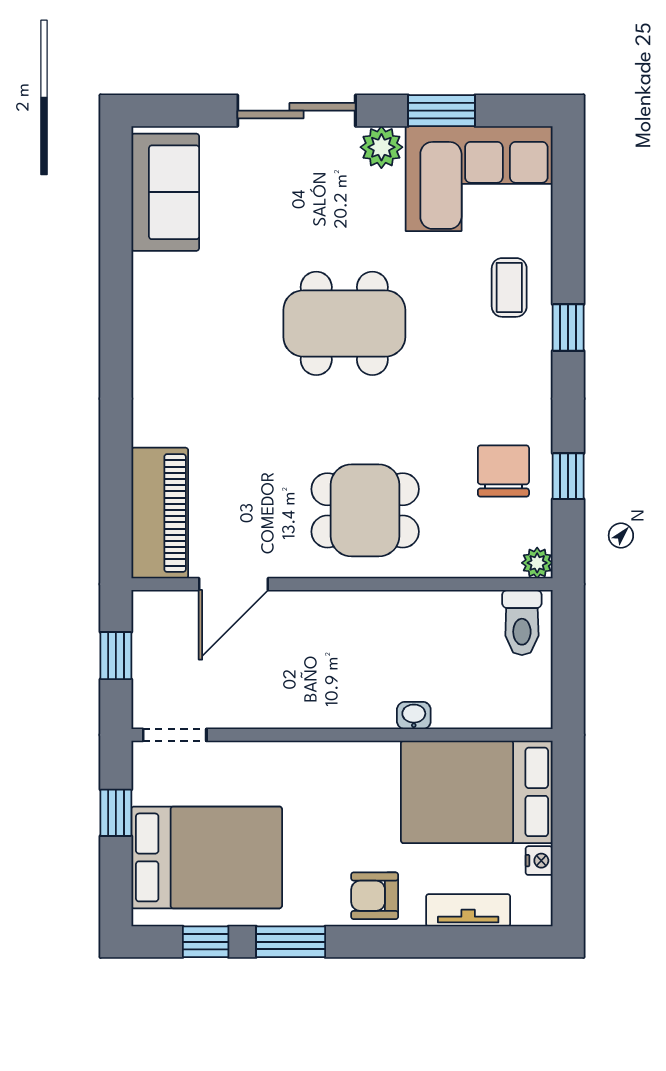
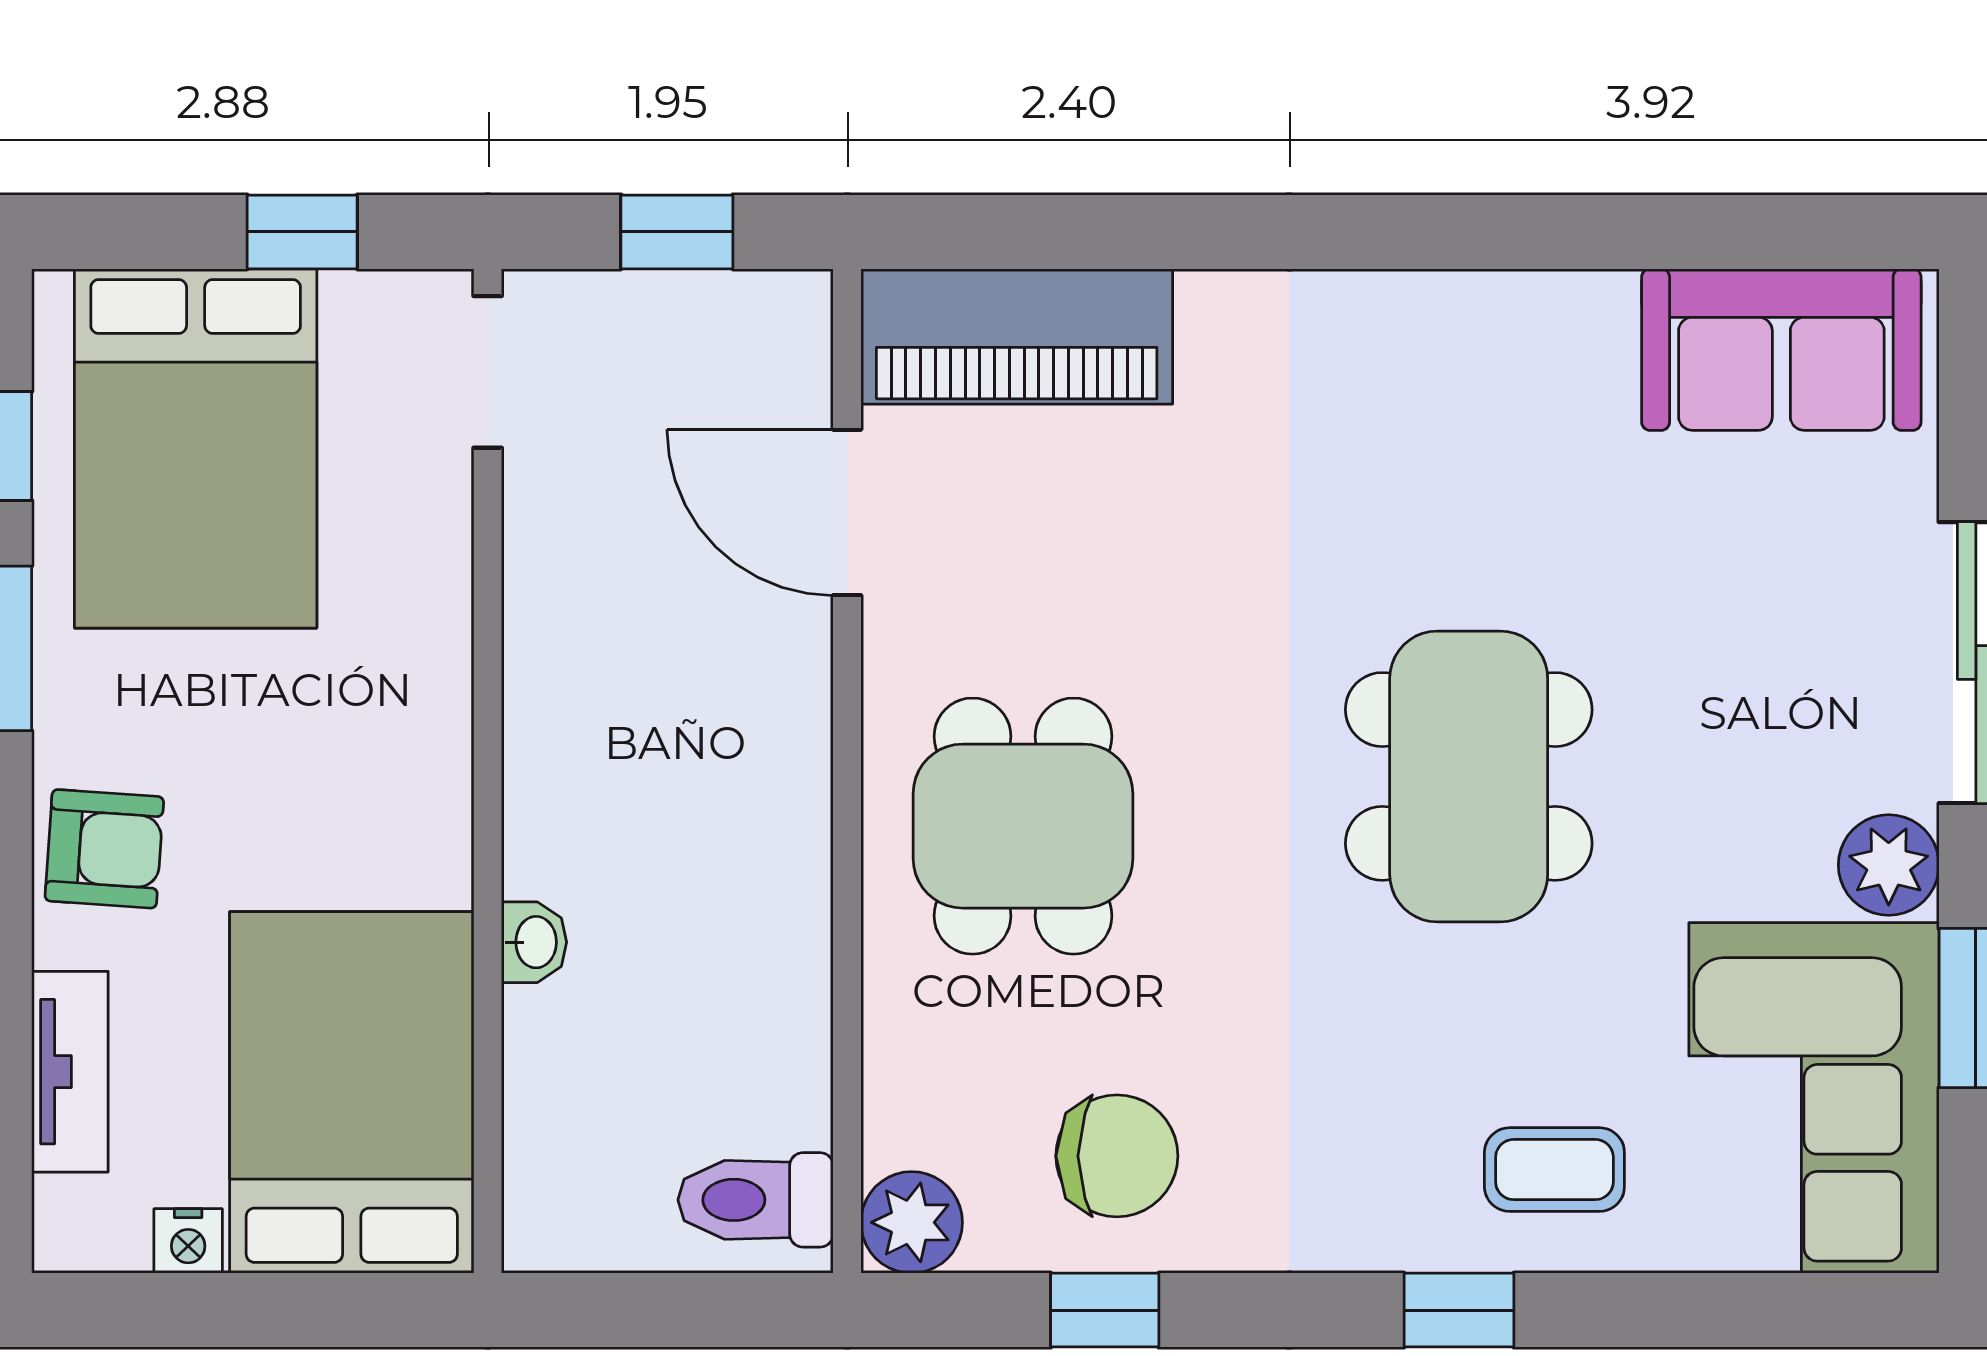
plant: (537, 563) -> (912, 1222), width x1.38, depth x1.38
armchair: (375, 896) -> (104, 849), turned 94

